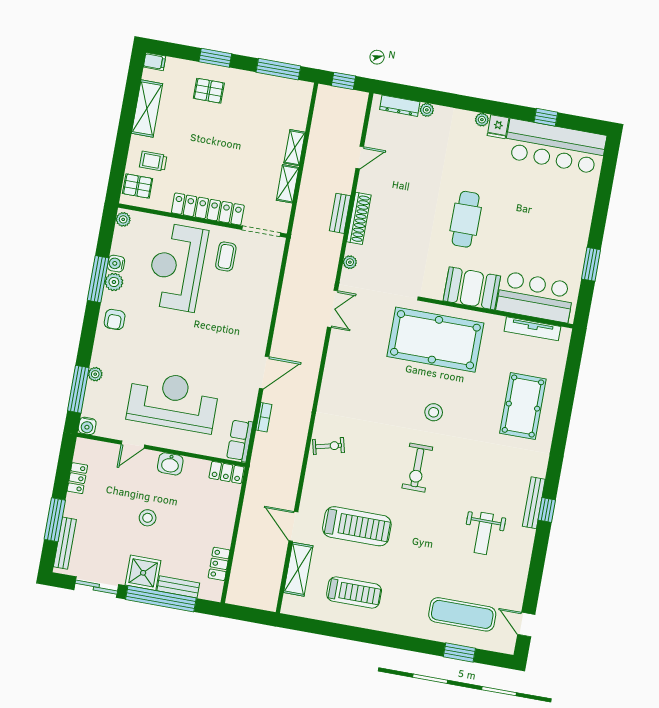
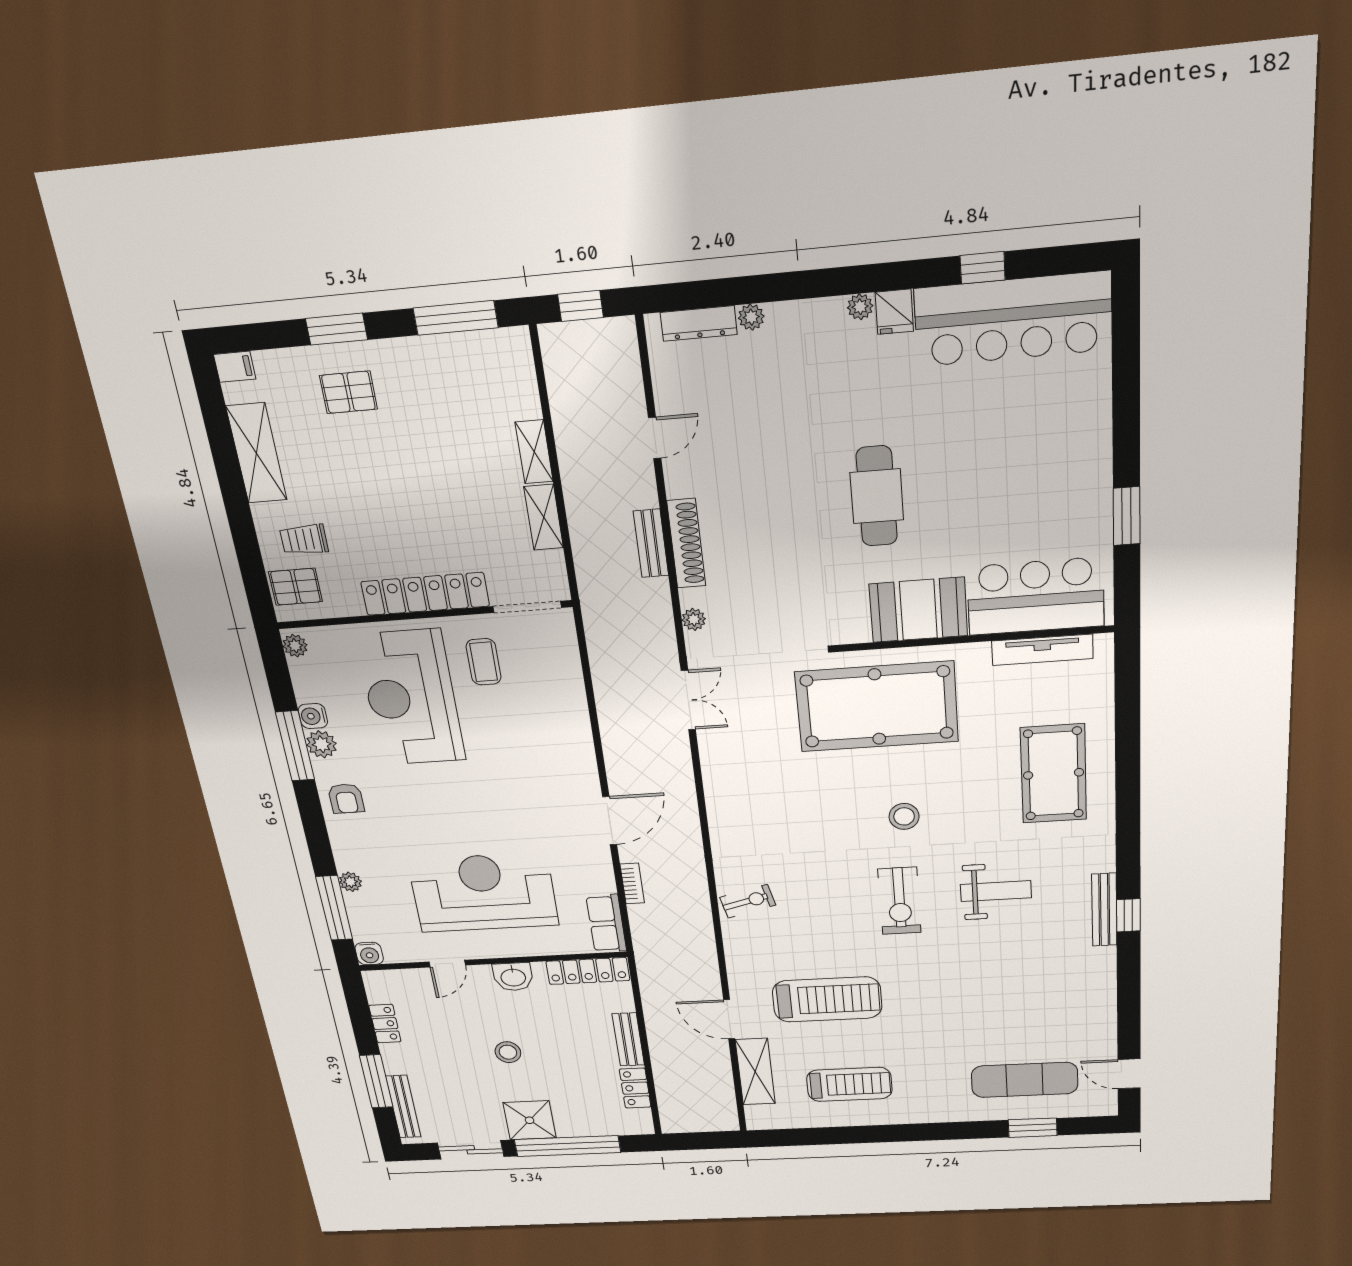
locker: (227, 472) -> (588, 971), width x1.53
weight bench: (484, 533) -> (996, 891), moved, turned -90
bench: (178, 587) -> (628, 1039), moved, turned 90

